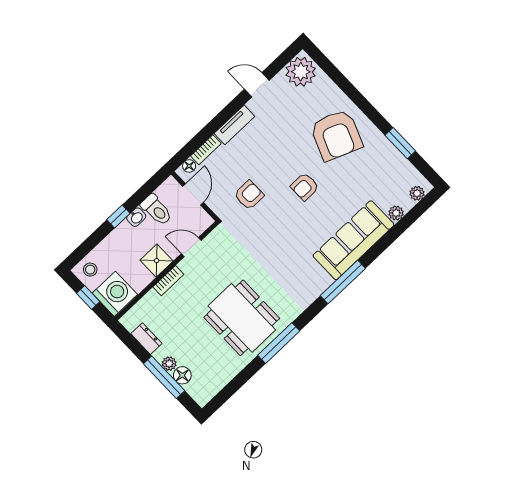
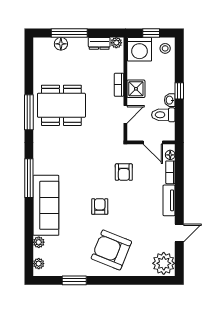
plant: (169, 364) -> (116, 43), moved

